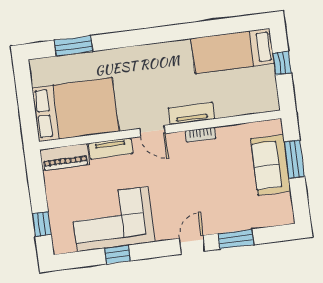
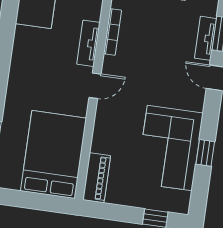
bookcase: (200, 135) -> (112, 32), width x1.56
tv unit: (111, 149) -> (205, 38), moved, turned 180

